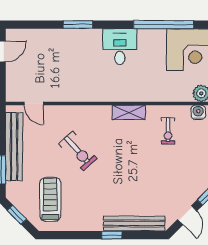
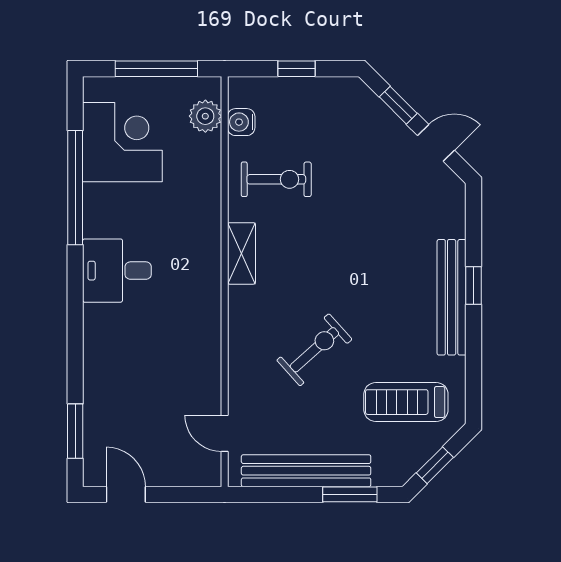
window: (78, 25) -> (75, 431), moved
door: (34, 104) -> (225, 433), swing flipped
exercise bike: (168, 131) -> (276, 179), width x1.38, depth x1.39
bench: (134, 223) -> (452, 297), moved

